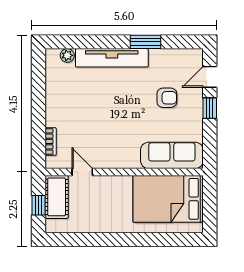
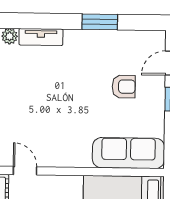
tv unit: (112, 58) -> (41, 37), width x0.52, depth x0.78

